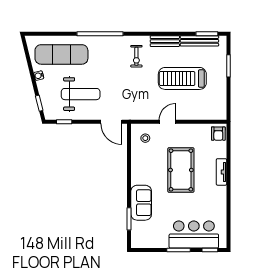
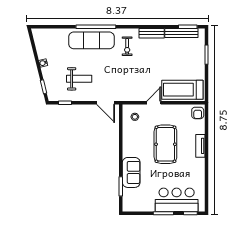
exercise mat: (61, 54) -> (91, 40), moved
treadmill: (182, 78) -> (182, 90), moved
weight bench: (81, 94) -> (79, 79), width x0.73, depth x0.75

